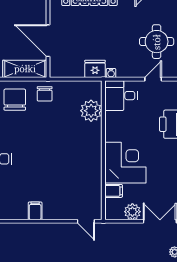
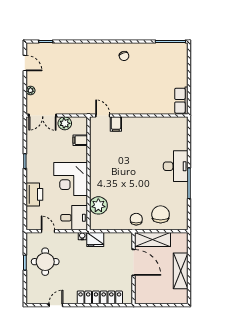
door: (153, 79) -> (48, 231), swing flipped
chair: (15, 100) -> (161, 214), turned 180
corner desk: (125, 163) -> (71, 179), moved
filing cabinet: (35, 211) -> (116, 124), moved

